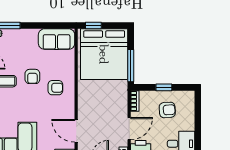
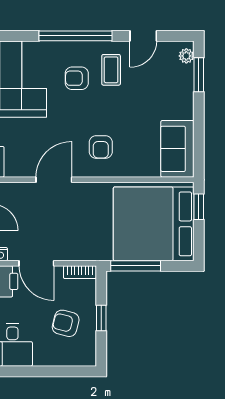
armchair: (32, 76) -> (77, 78), moved
armchair: (167, 110) -> (66, 323), turned 108
door: (76, 131) -> (54, 180), moved

